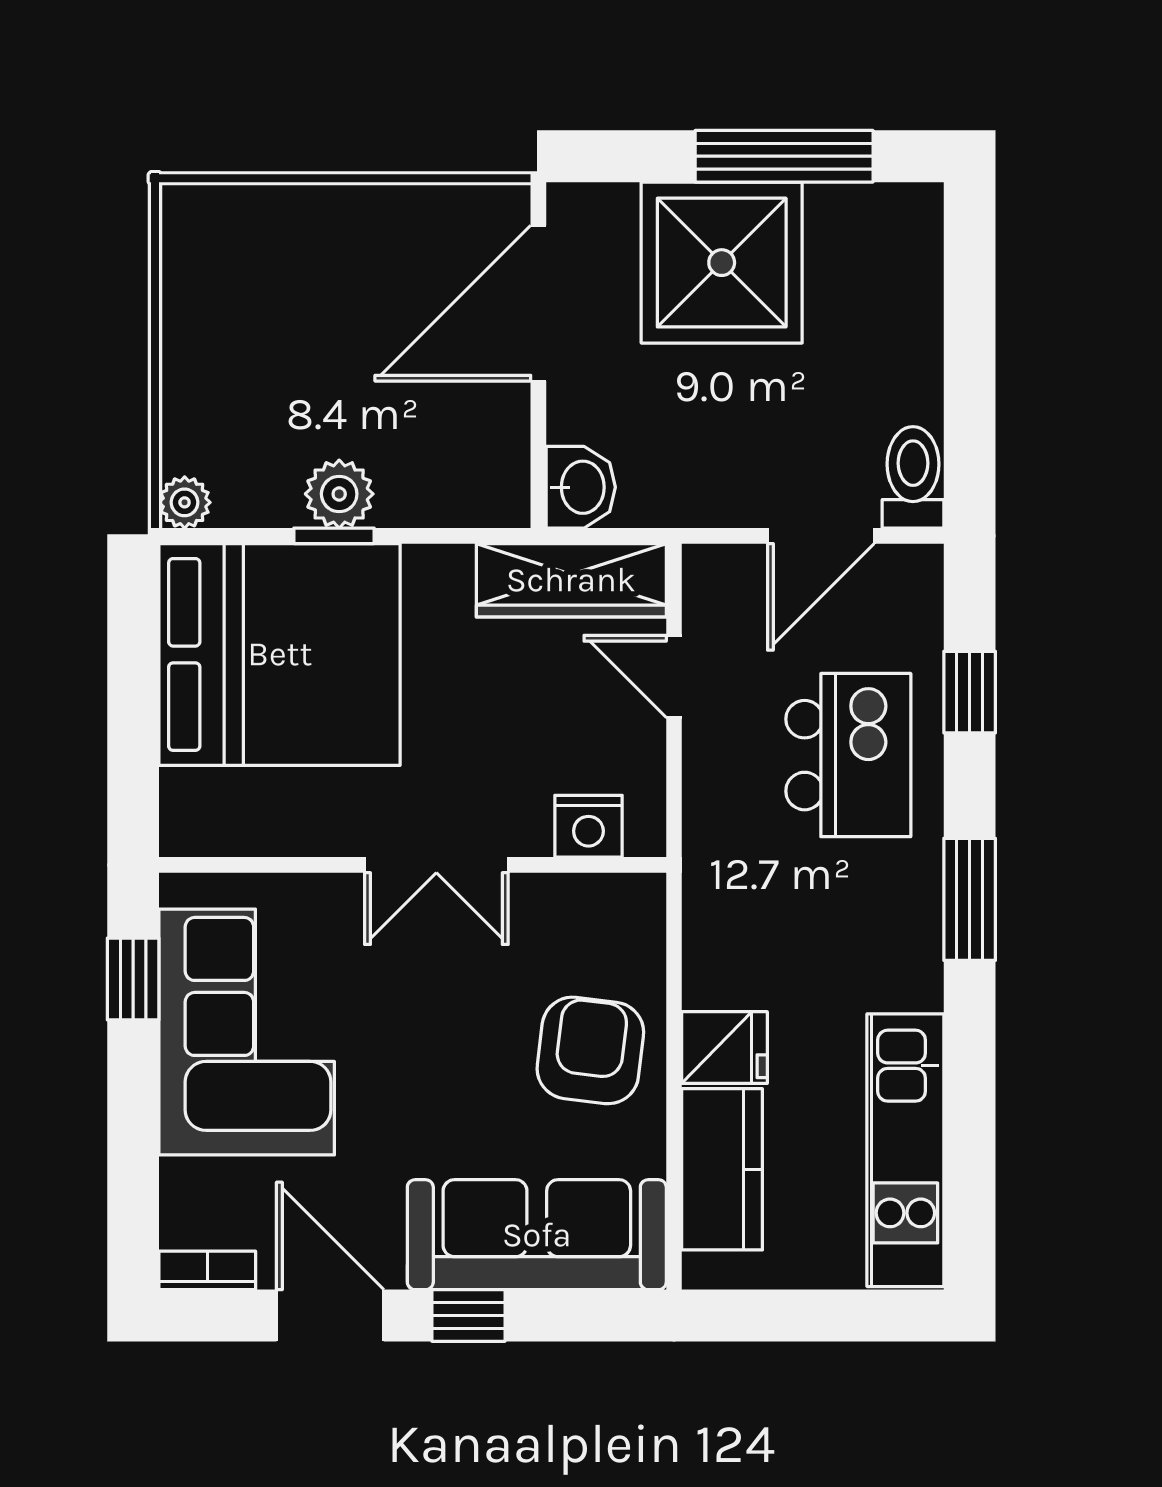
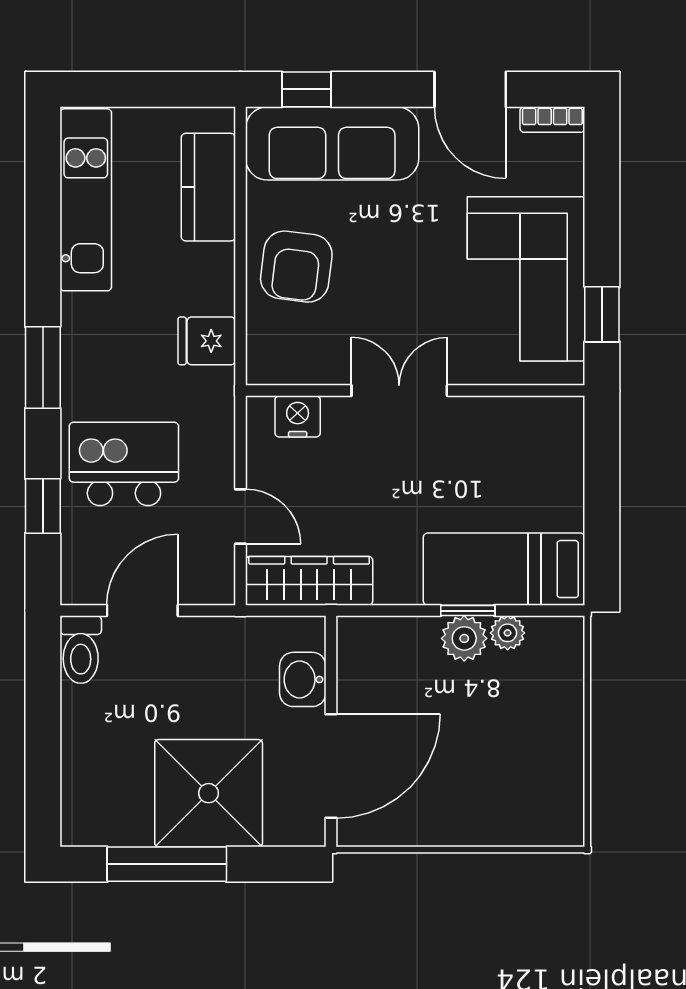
washbasin: (581, 487) -> (303, 679), moved
plant: (185, 502) -> (508, 633), moved
bed: (280, 654) -> (504, 569), width x0.49
kitchen island: (848, 755) -> (124, 464), turned 90
fridge: (725, 1048) -> (207, 341), moved
window: (468, 1316) -> (306, 89), moved

